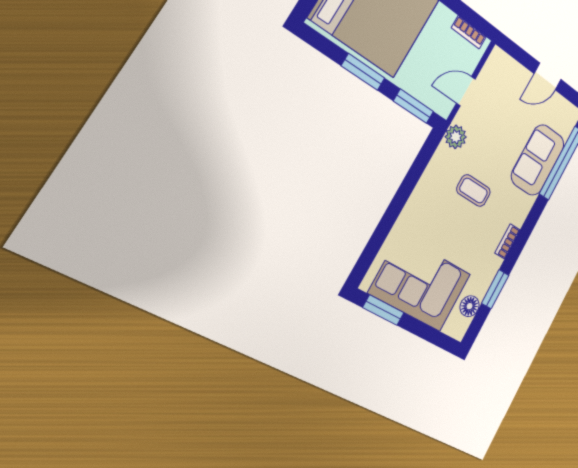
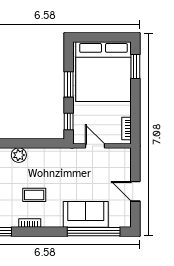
window: (414, 106) -> (69, 121), width x0.67
plant: (456, 137) -> (19, 155), moved
coffee table: (474, 191) -> (34, 195), moved, turned 90

